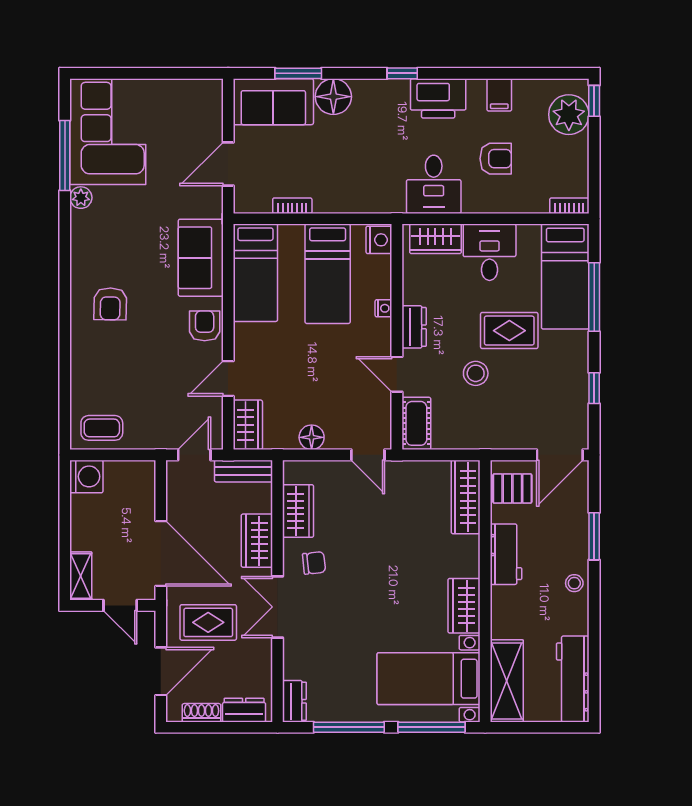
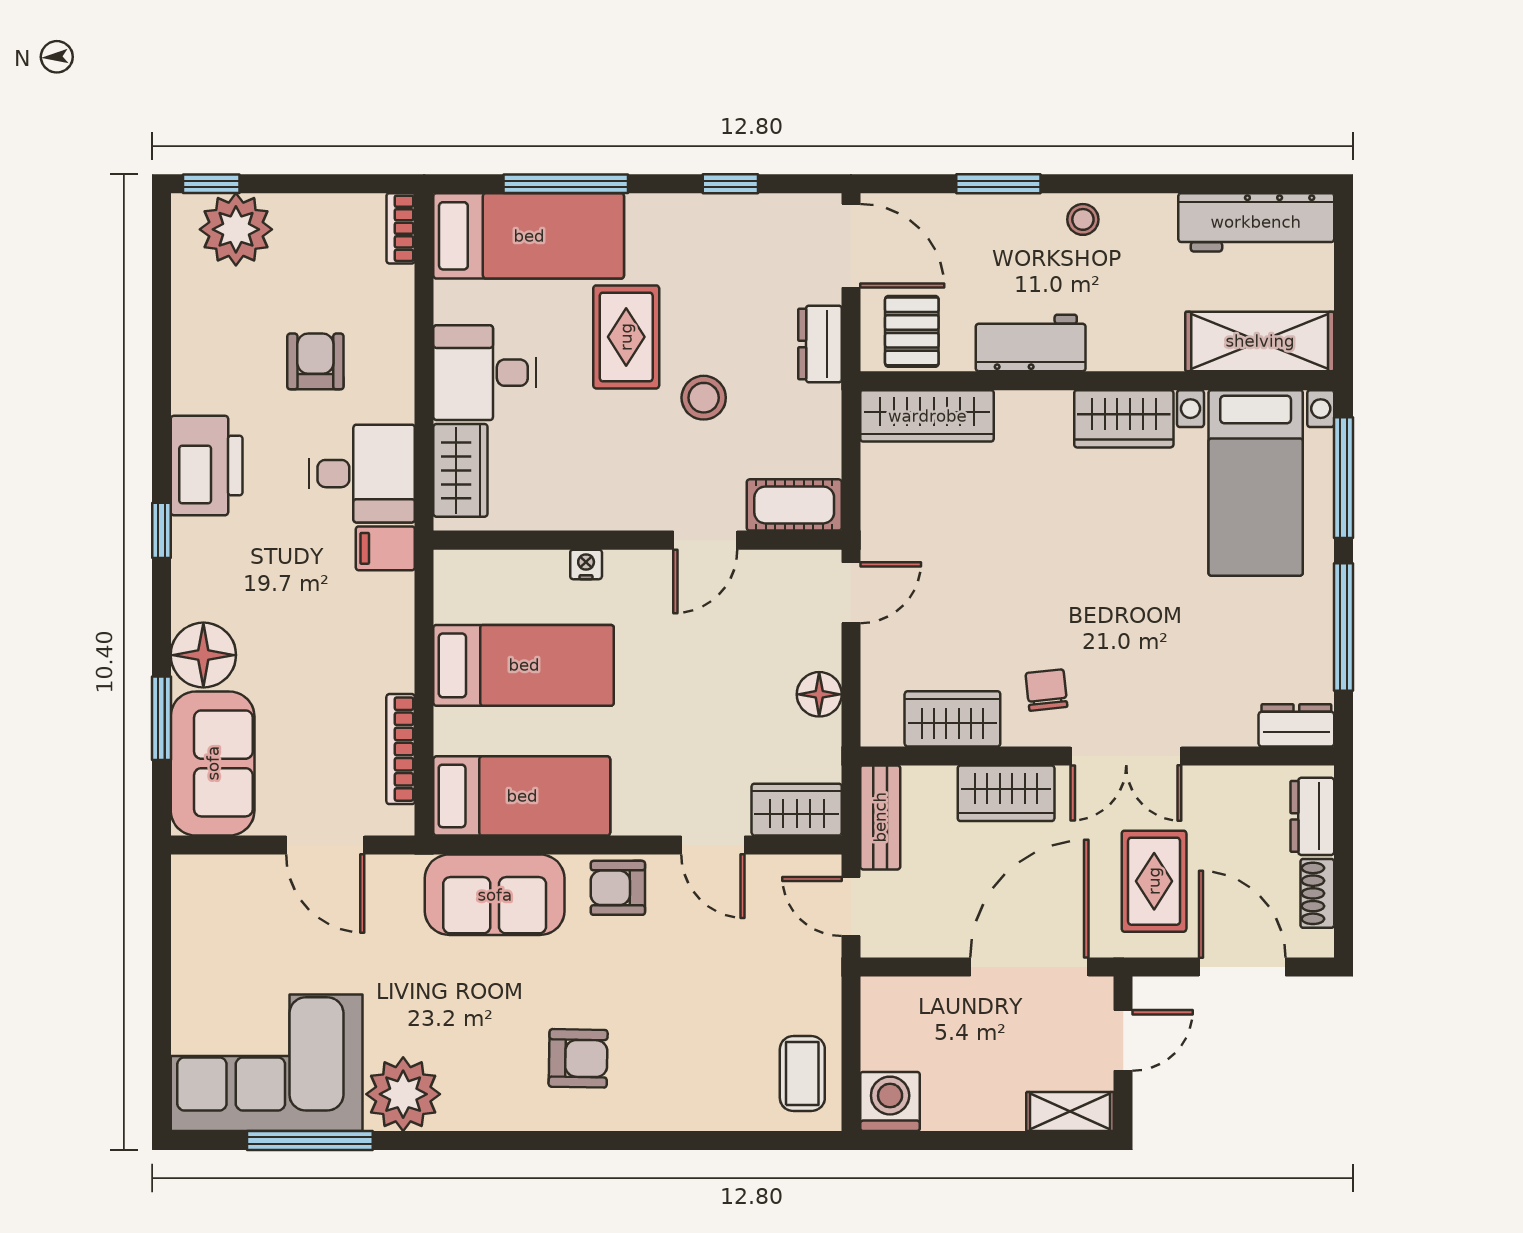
filing cabinet: (499, 95) -> (385, 548), moved, turned 180
plant: (81, 198) -> (403, 1094), width x1.87, depth x1.87
bookcase: (292, 206) -> (401, 749), width x1.56
nightstand: (379, 240) -> (462, 573), removed
dresser: (414, 327) -> (820, 344), moved, turned -90

